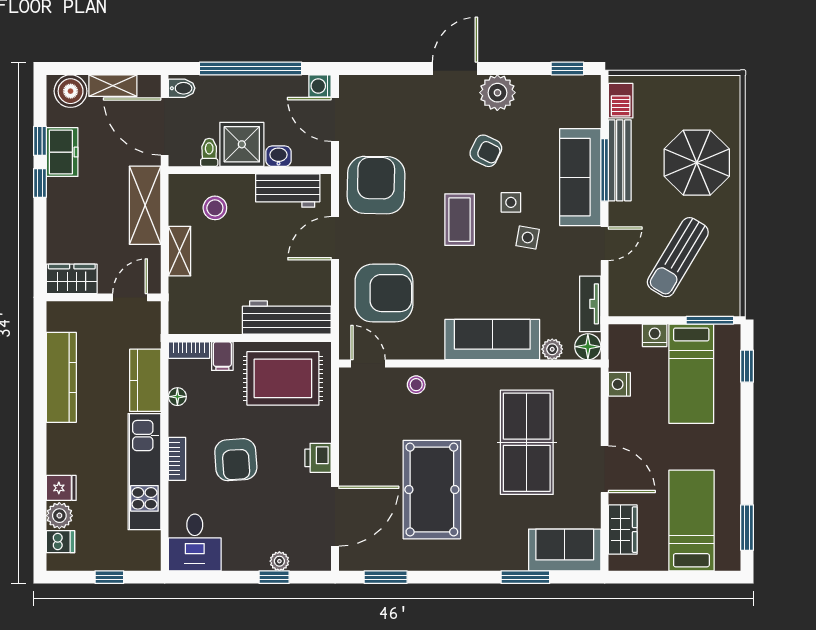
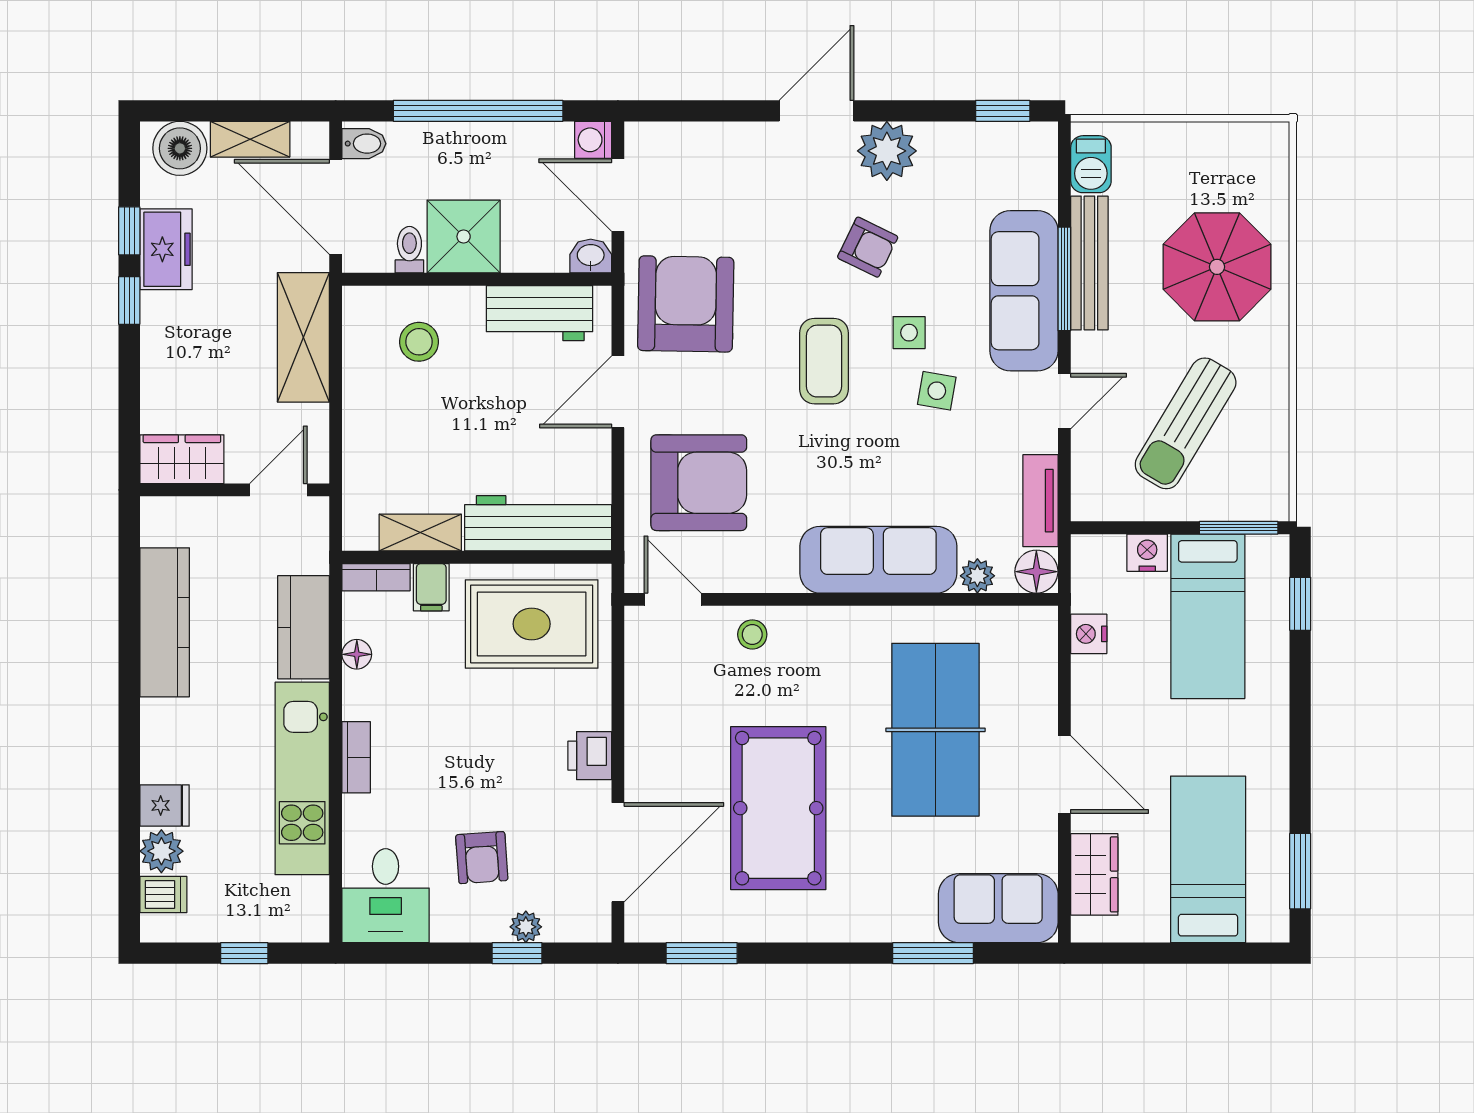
washbasin: (278, 156) -> (591, 256), moved
shelving: (180, 251) -> (420, 532), moved, turned 90
armchair: (236, 460) -> (482, 858), moved, width x0.72, depth x0.72

